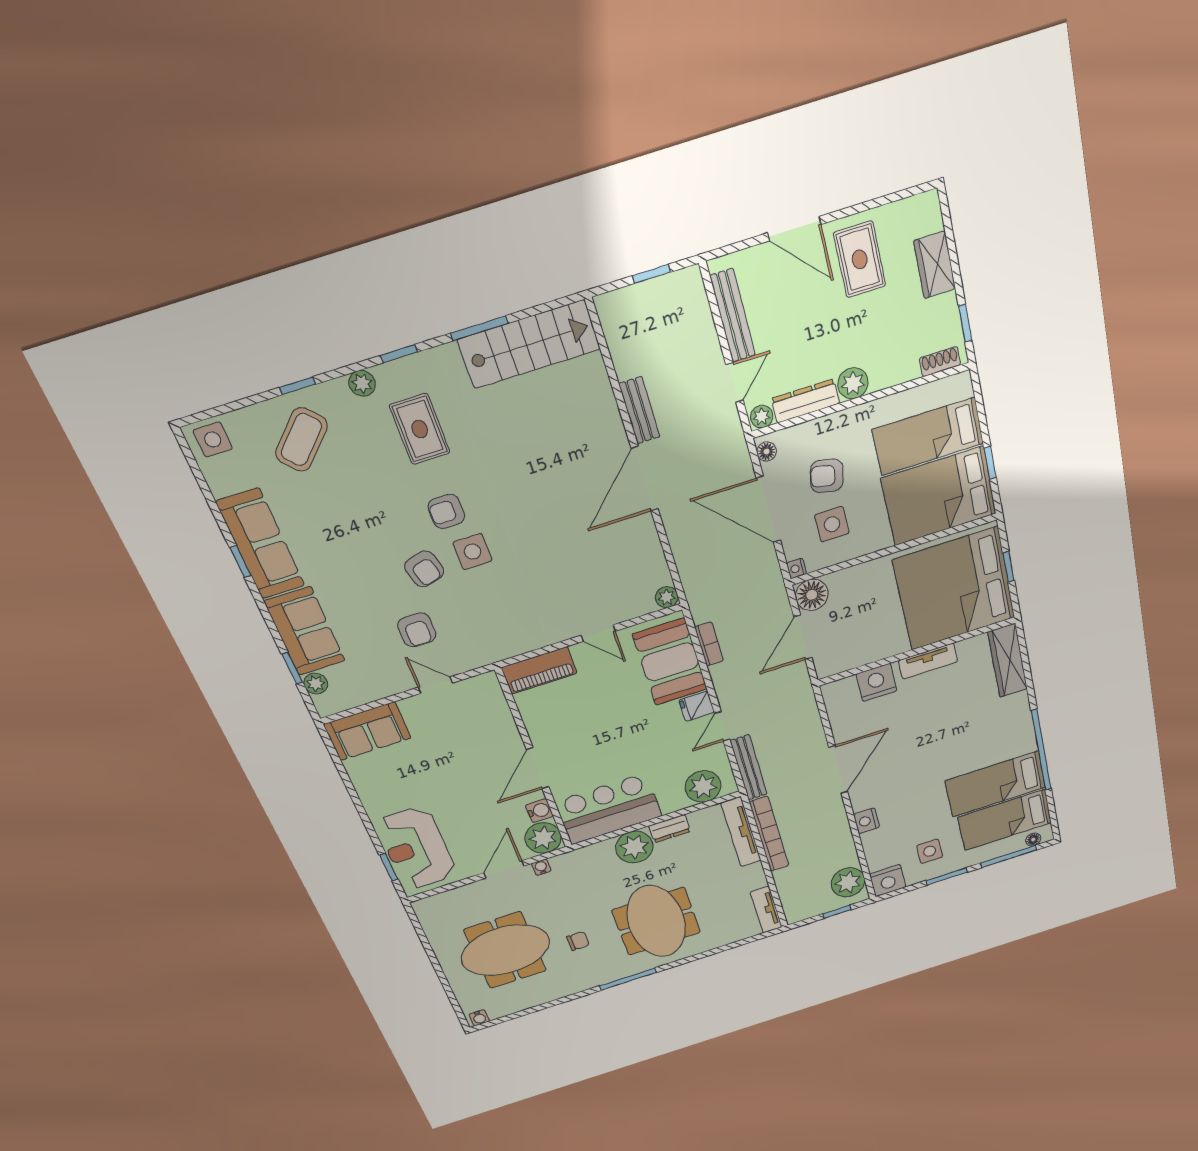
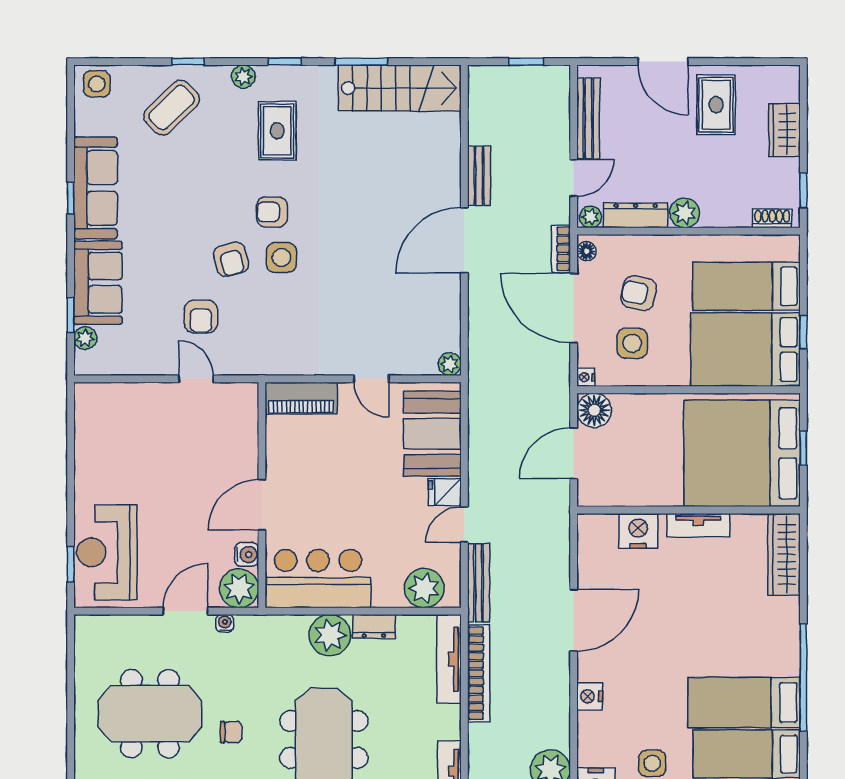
bookcase: (709, 644) -> (561, 249), moved, turned 180
sofa: (367, 731) -> (112, 404), removed

